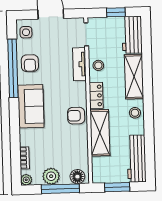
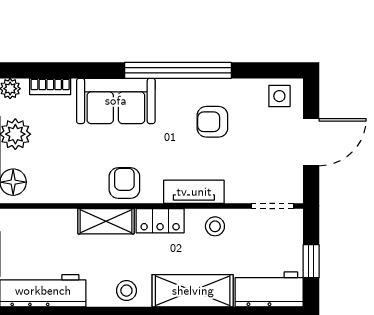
armchair: (30, 63) -> (212, 122), moved
tv unit: (79, 64) -> (194, 192), moved
window: (13, 68) -> (178, 70), moved
sofa: (31, 106) -> (116, 101), moved
shelving: (100, 133) -> (106, 221), width x0.67, depth x0.75

